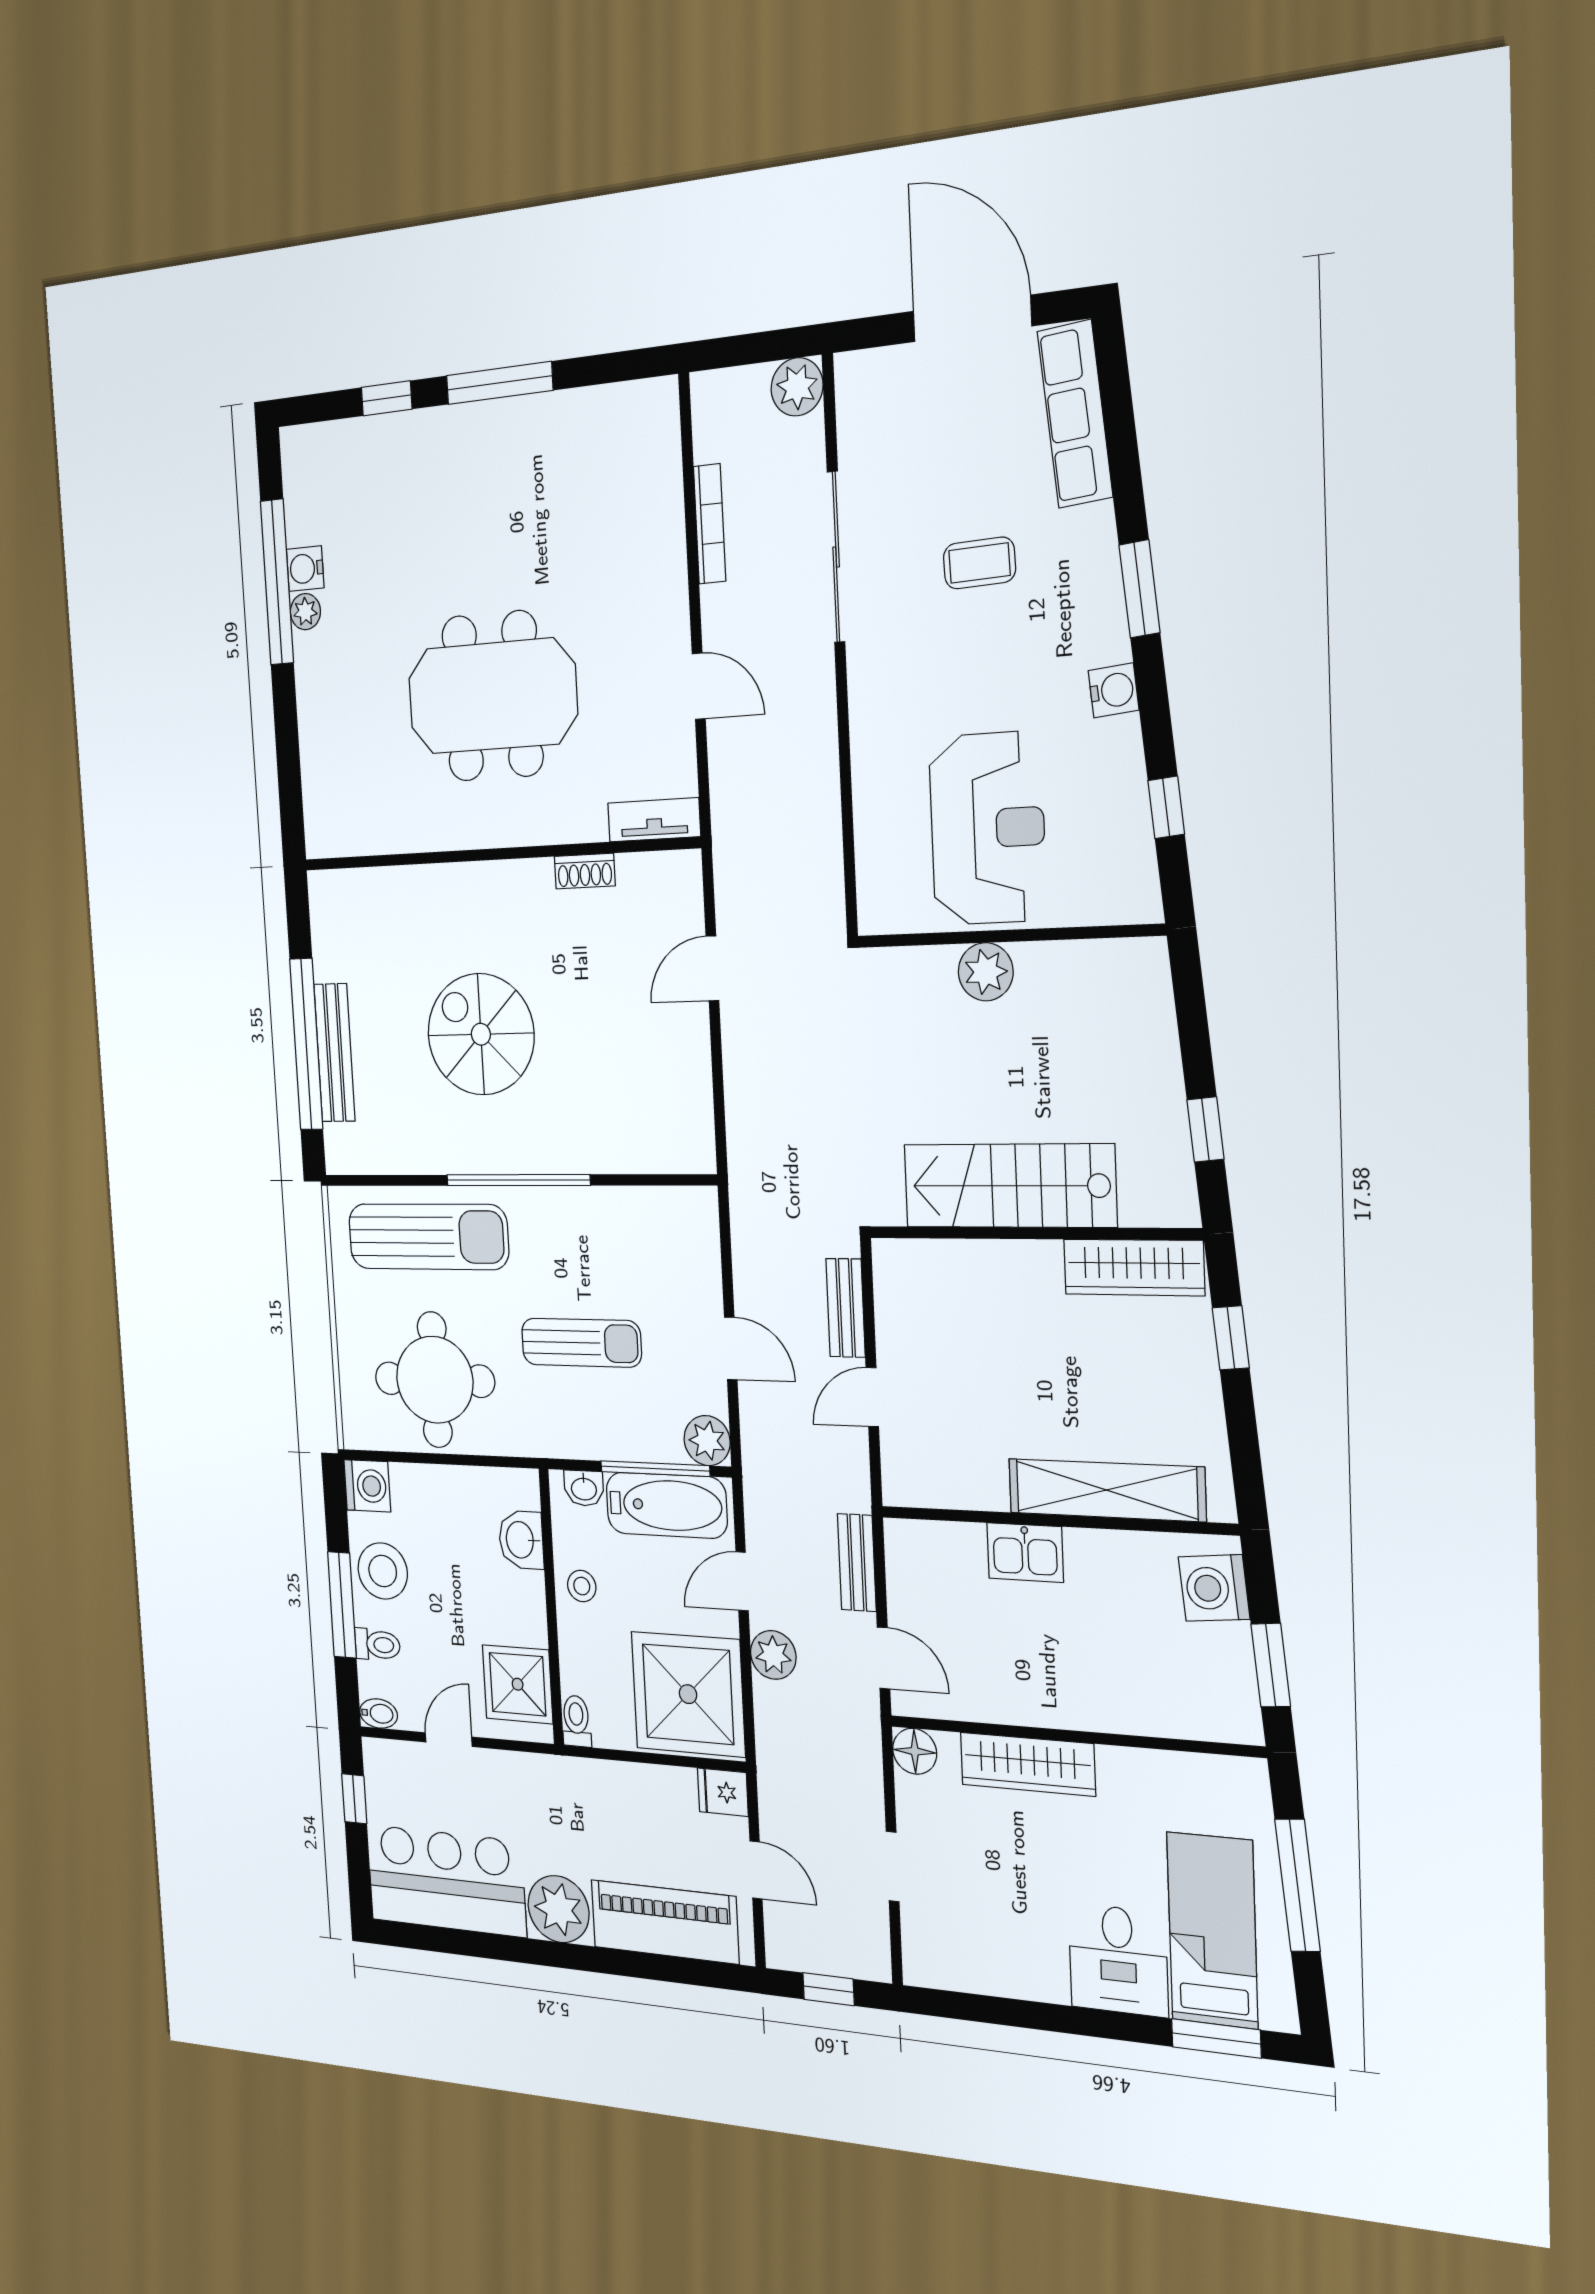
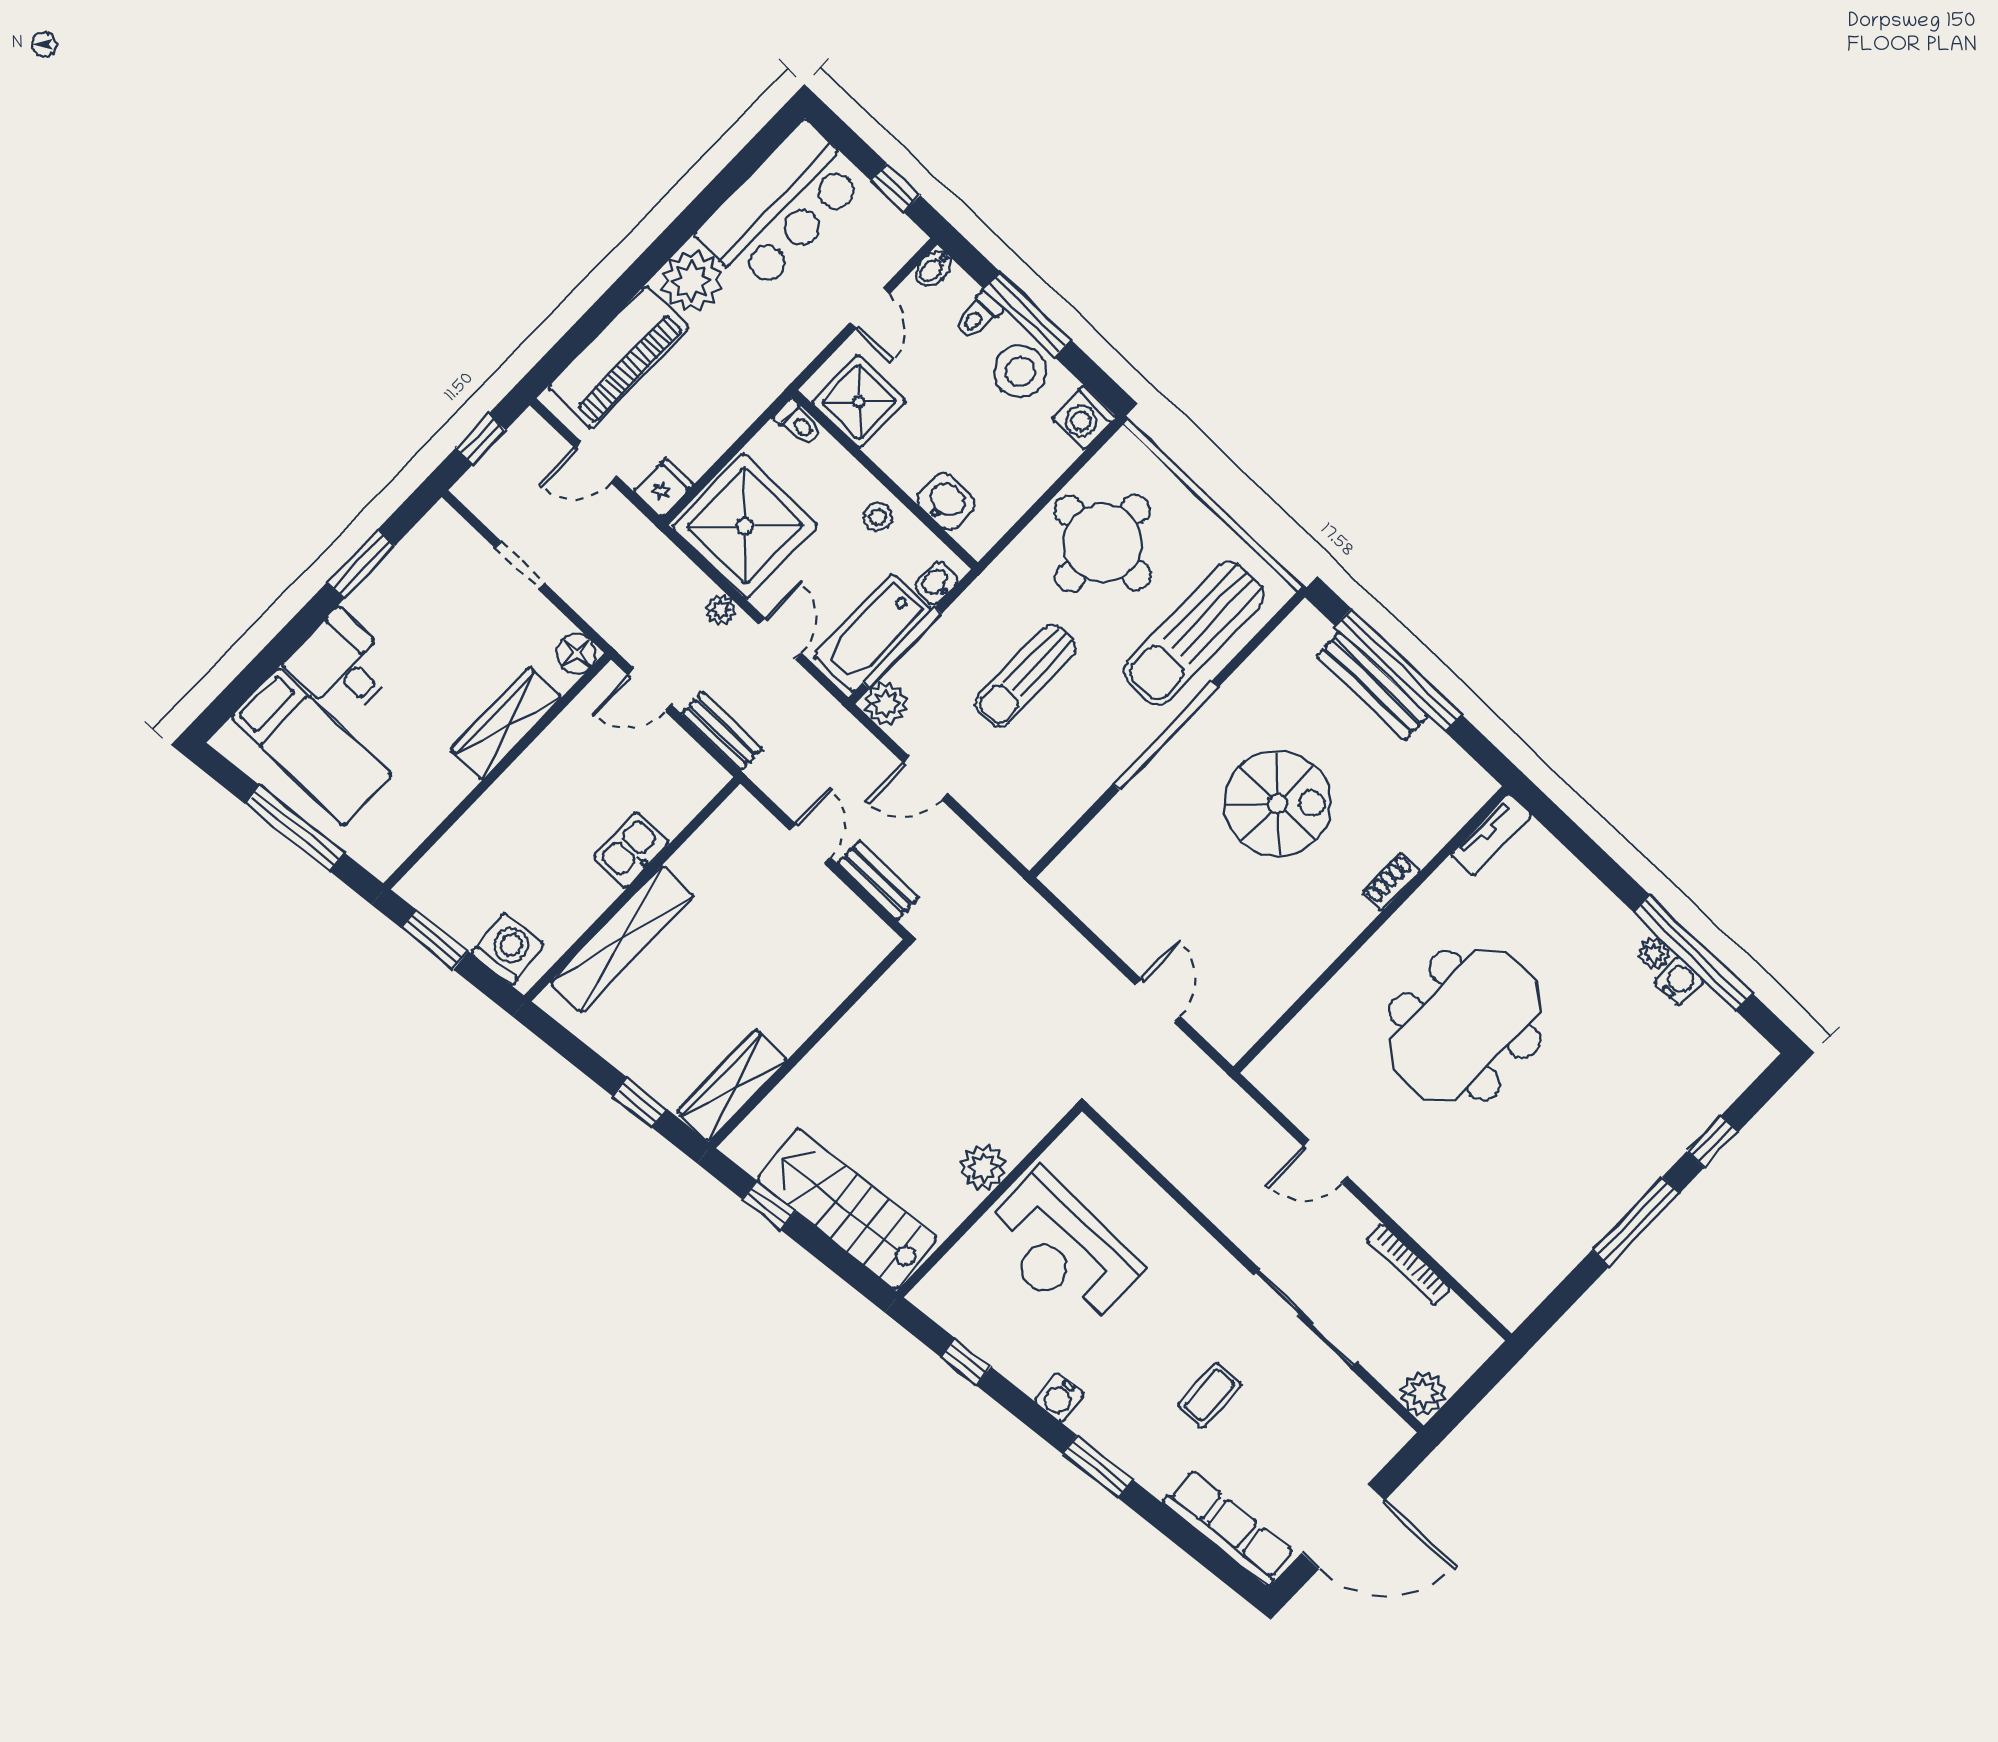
tv unit: (654, 820) -> (1491, 835), moved
shoe rack: (585, 871) -> (1391, 882), moved
stairs: (1009, 1186) -> (847, 1209), moved, turned -95
plant: (773, 1655) -> (721, 610), width x0.73, depth x0.73
window: (1216, 2038) -> (361, 564), moved

